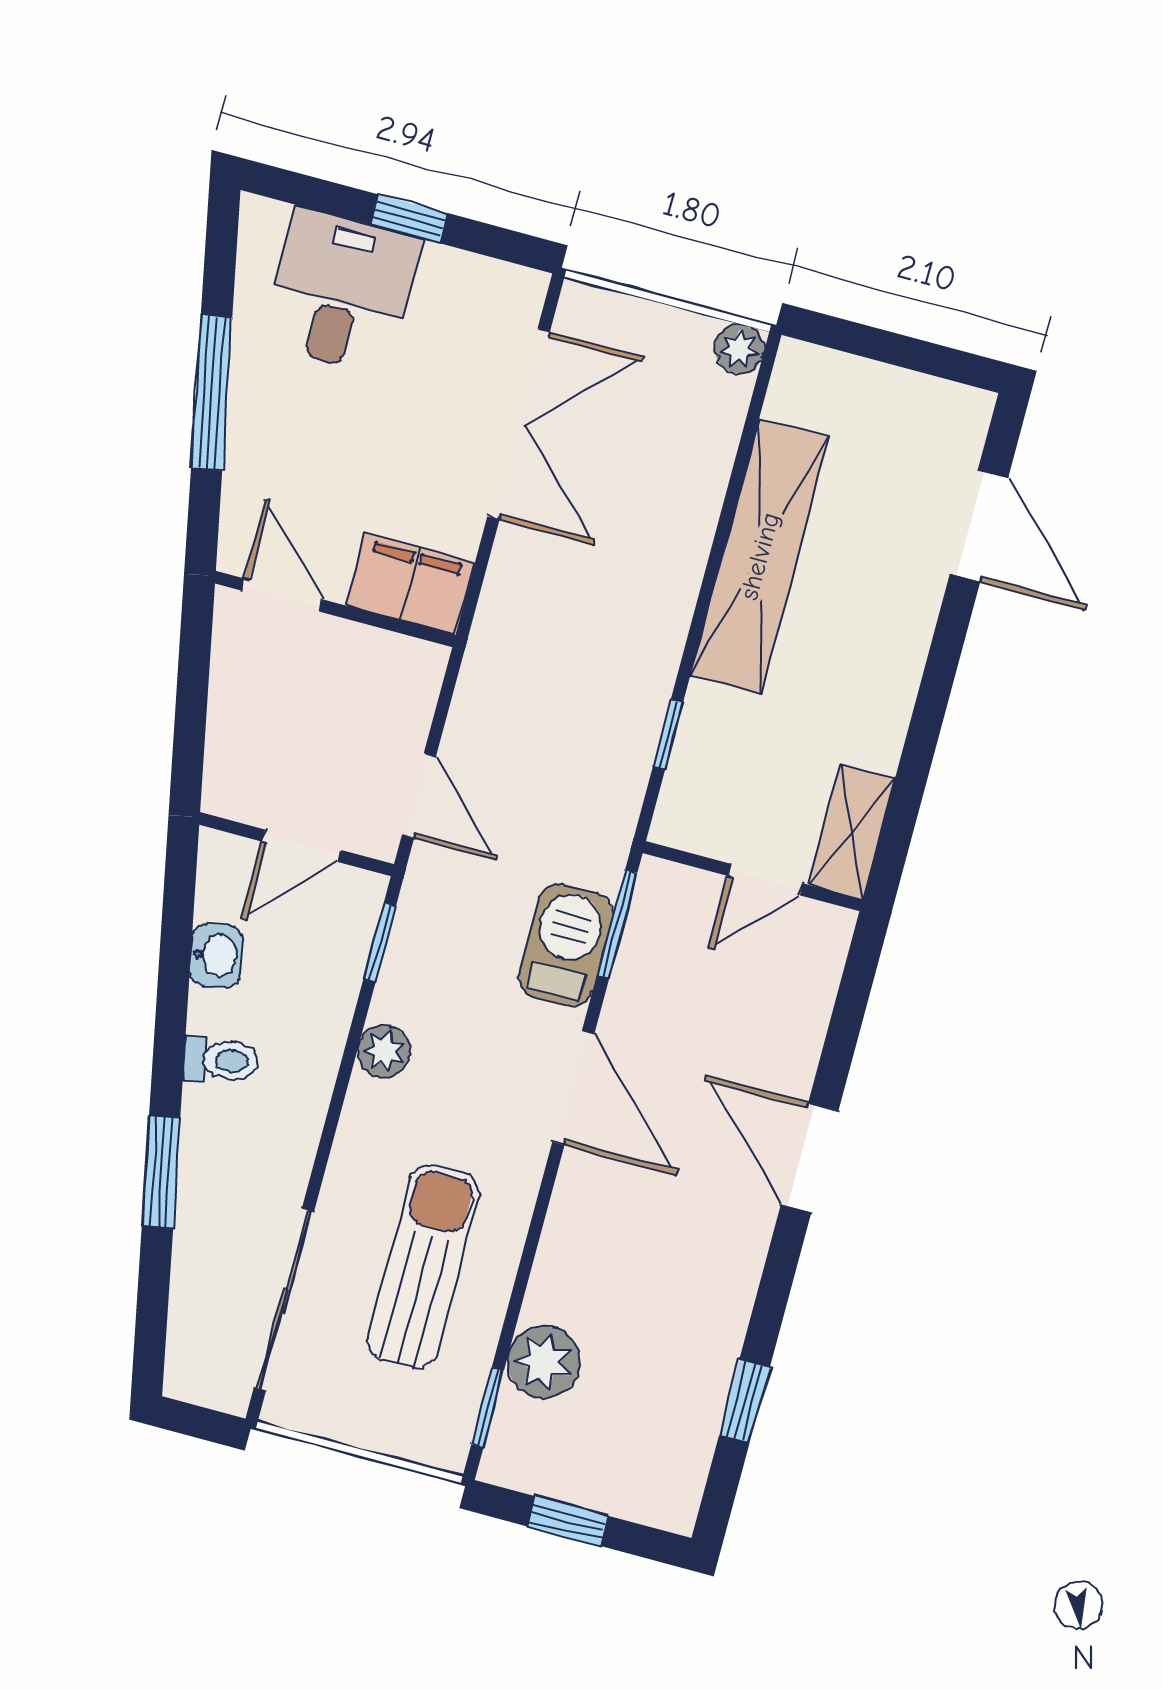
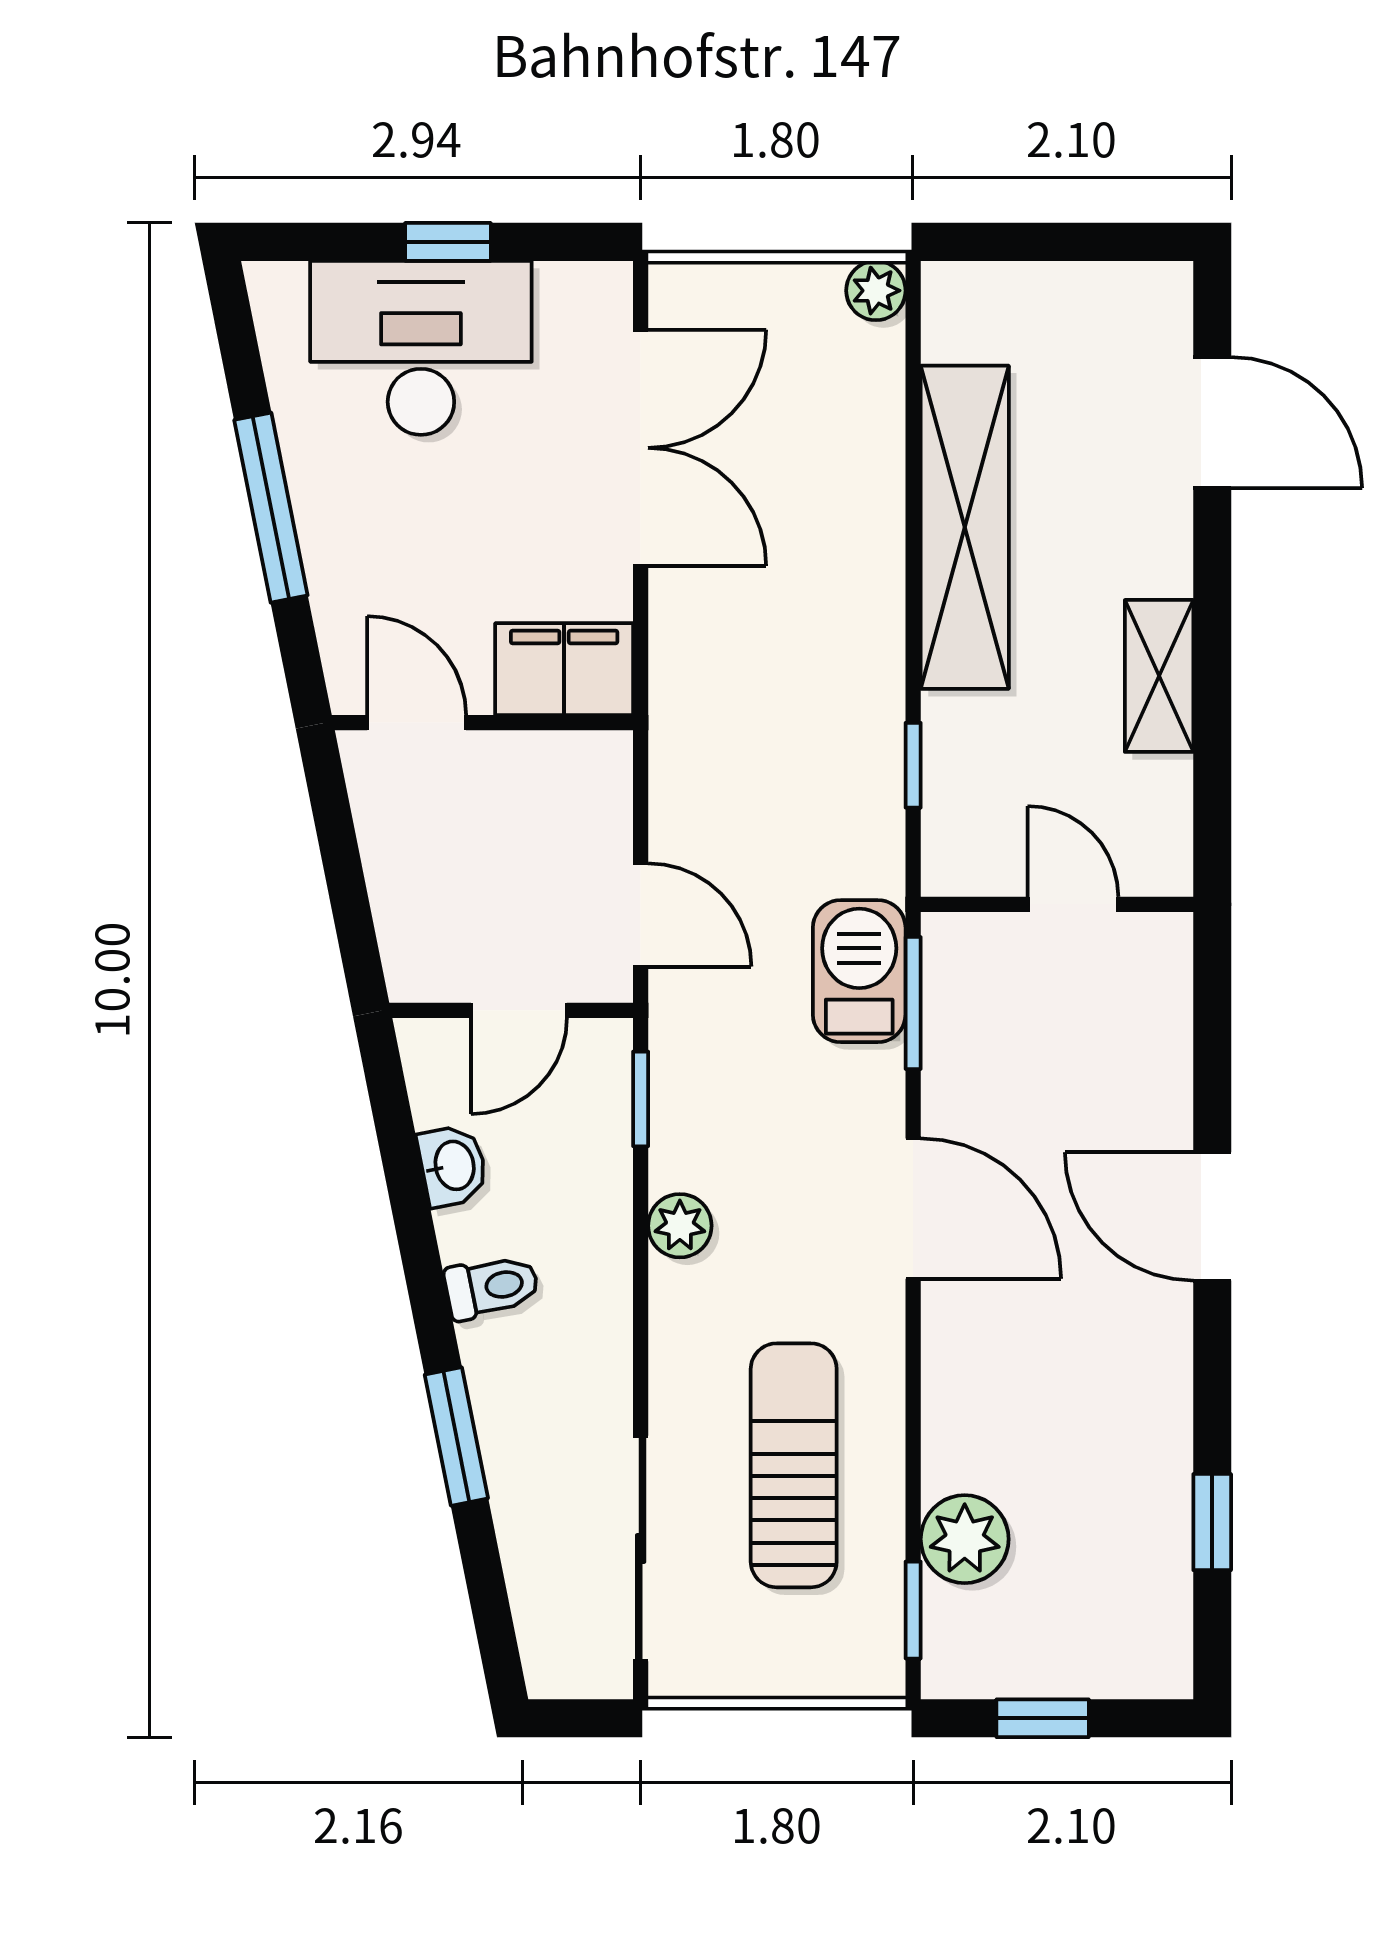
desk: (341, 291) -> (421, 348), width x1.37
shelving: (852, 831) -> (1159, 676), moved
door: (765, 880) -> (1073, 904), swing flipped
barbecue: (566, 945) -> (859, 971), moved

